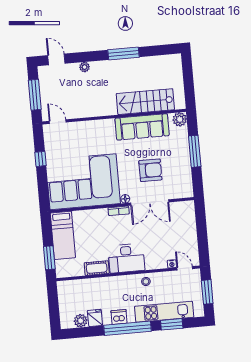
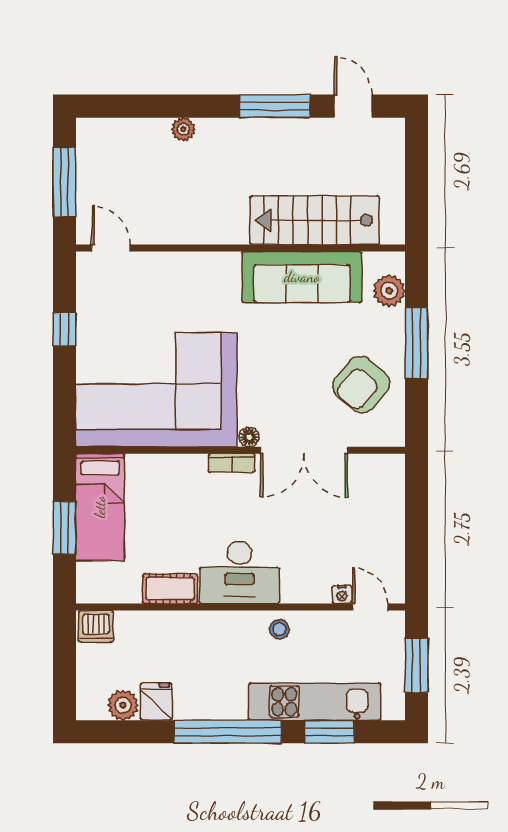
door: (56, 59) -> (353, 106), moved
plant: (180, 119) -> (389, 291), moved
armchair: (150, 170) -> (361, 385), moved, turned 130
window: (49, 258) -> (64, 528), moved
dishwasher: (119, 317) -> (96, 626), moved, turned 180

